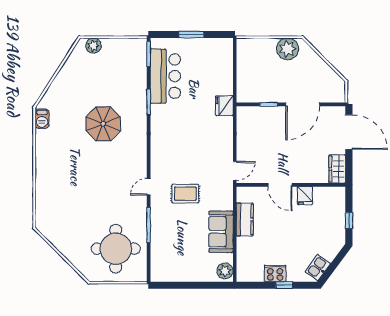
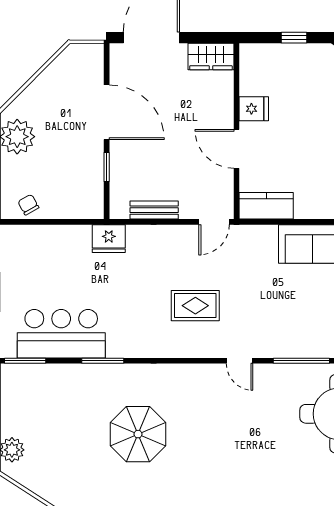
chair: (245, 56) -> (28, 205), added
bench: (242, 134) -> (154, 210), added
door: (235, 171) -> (214, 222), swing flipped
door: (280, 185) -> (237, 149), swing flipped
rug: (185, 194) -> (195, 306), moved, turned 90
kitchen counter: (245, 219) -> (266, 206), moved

